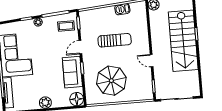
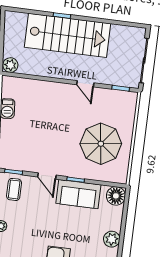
sun lounger: (115, 40) -> (47, 128), removed
door: (152, 61) -> (85, 84), hinge flipped

